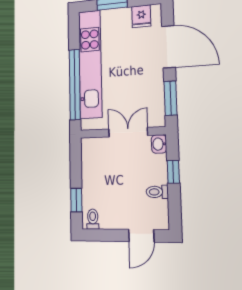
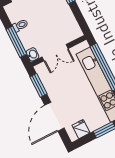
door: (169, 47) -> (54, 117), hinge flipped
window: (173, 172) -> (16, 42), width x2.17

